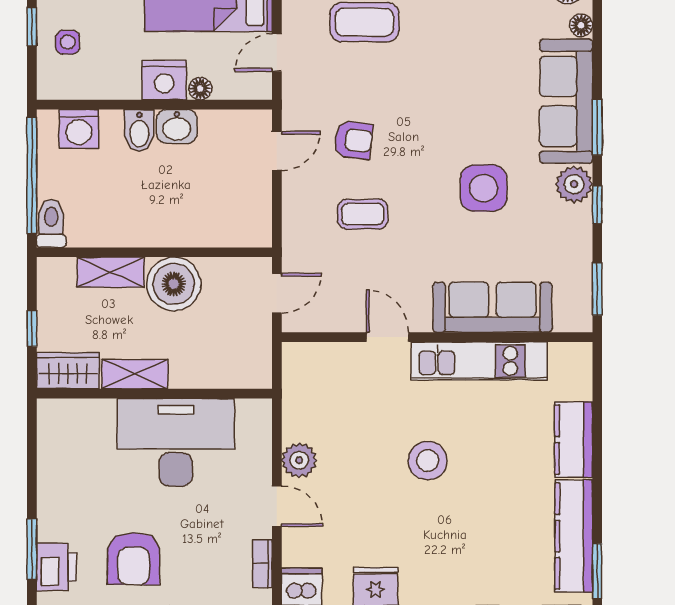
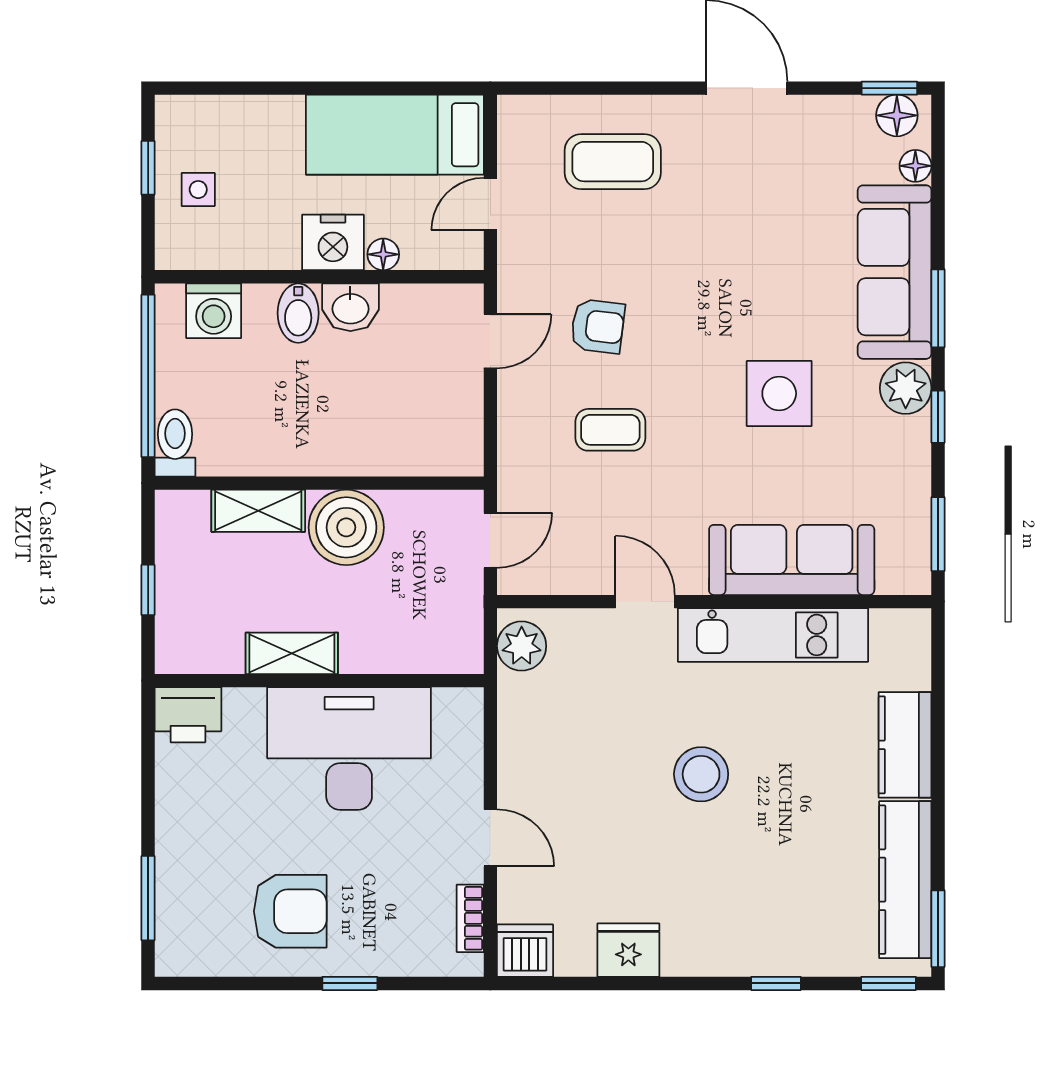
wardrobe: (68, 371) -> (198, 649), removed
plant: (299, 460) -> (522, 646), moved
armchair: (134, 559) -> (290, 911), turned -90
printer: (56, 567) -> (188, 715), moved, turned 90

